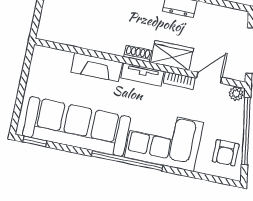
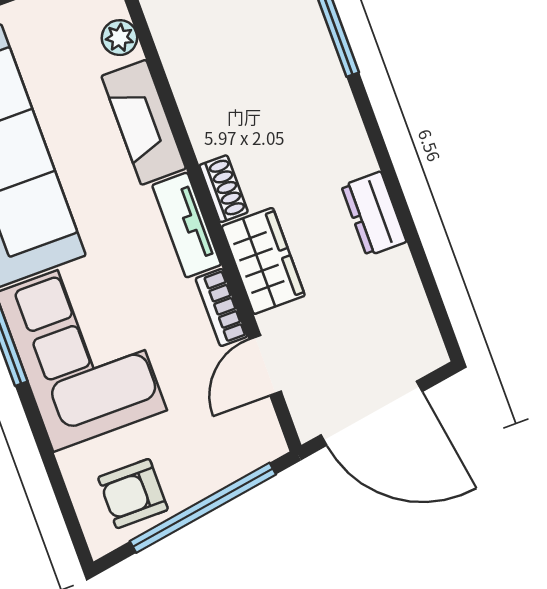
door: (209, 78) -> (265, 365), swing flipped
plant: (236, 94) -> (119, 38), moved

